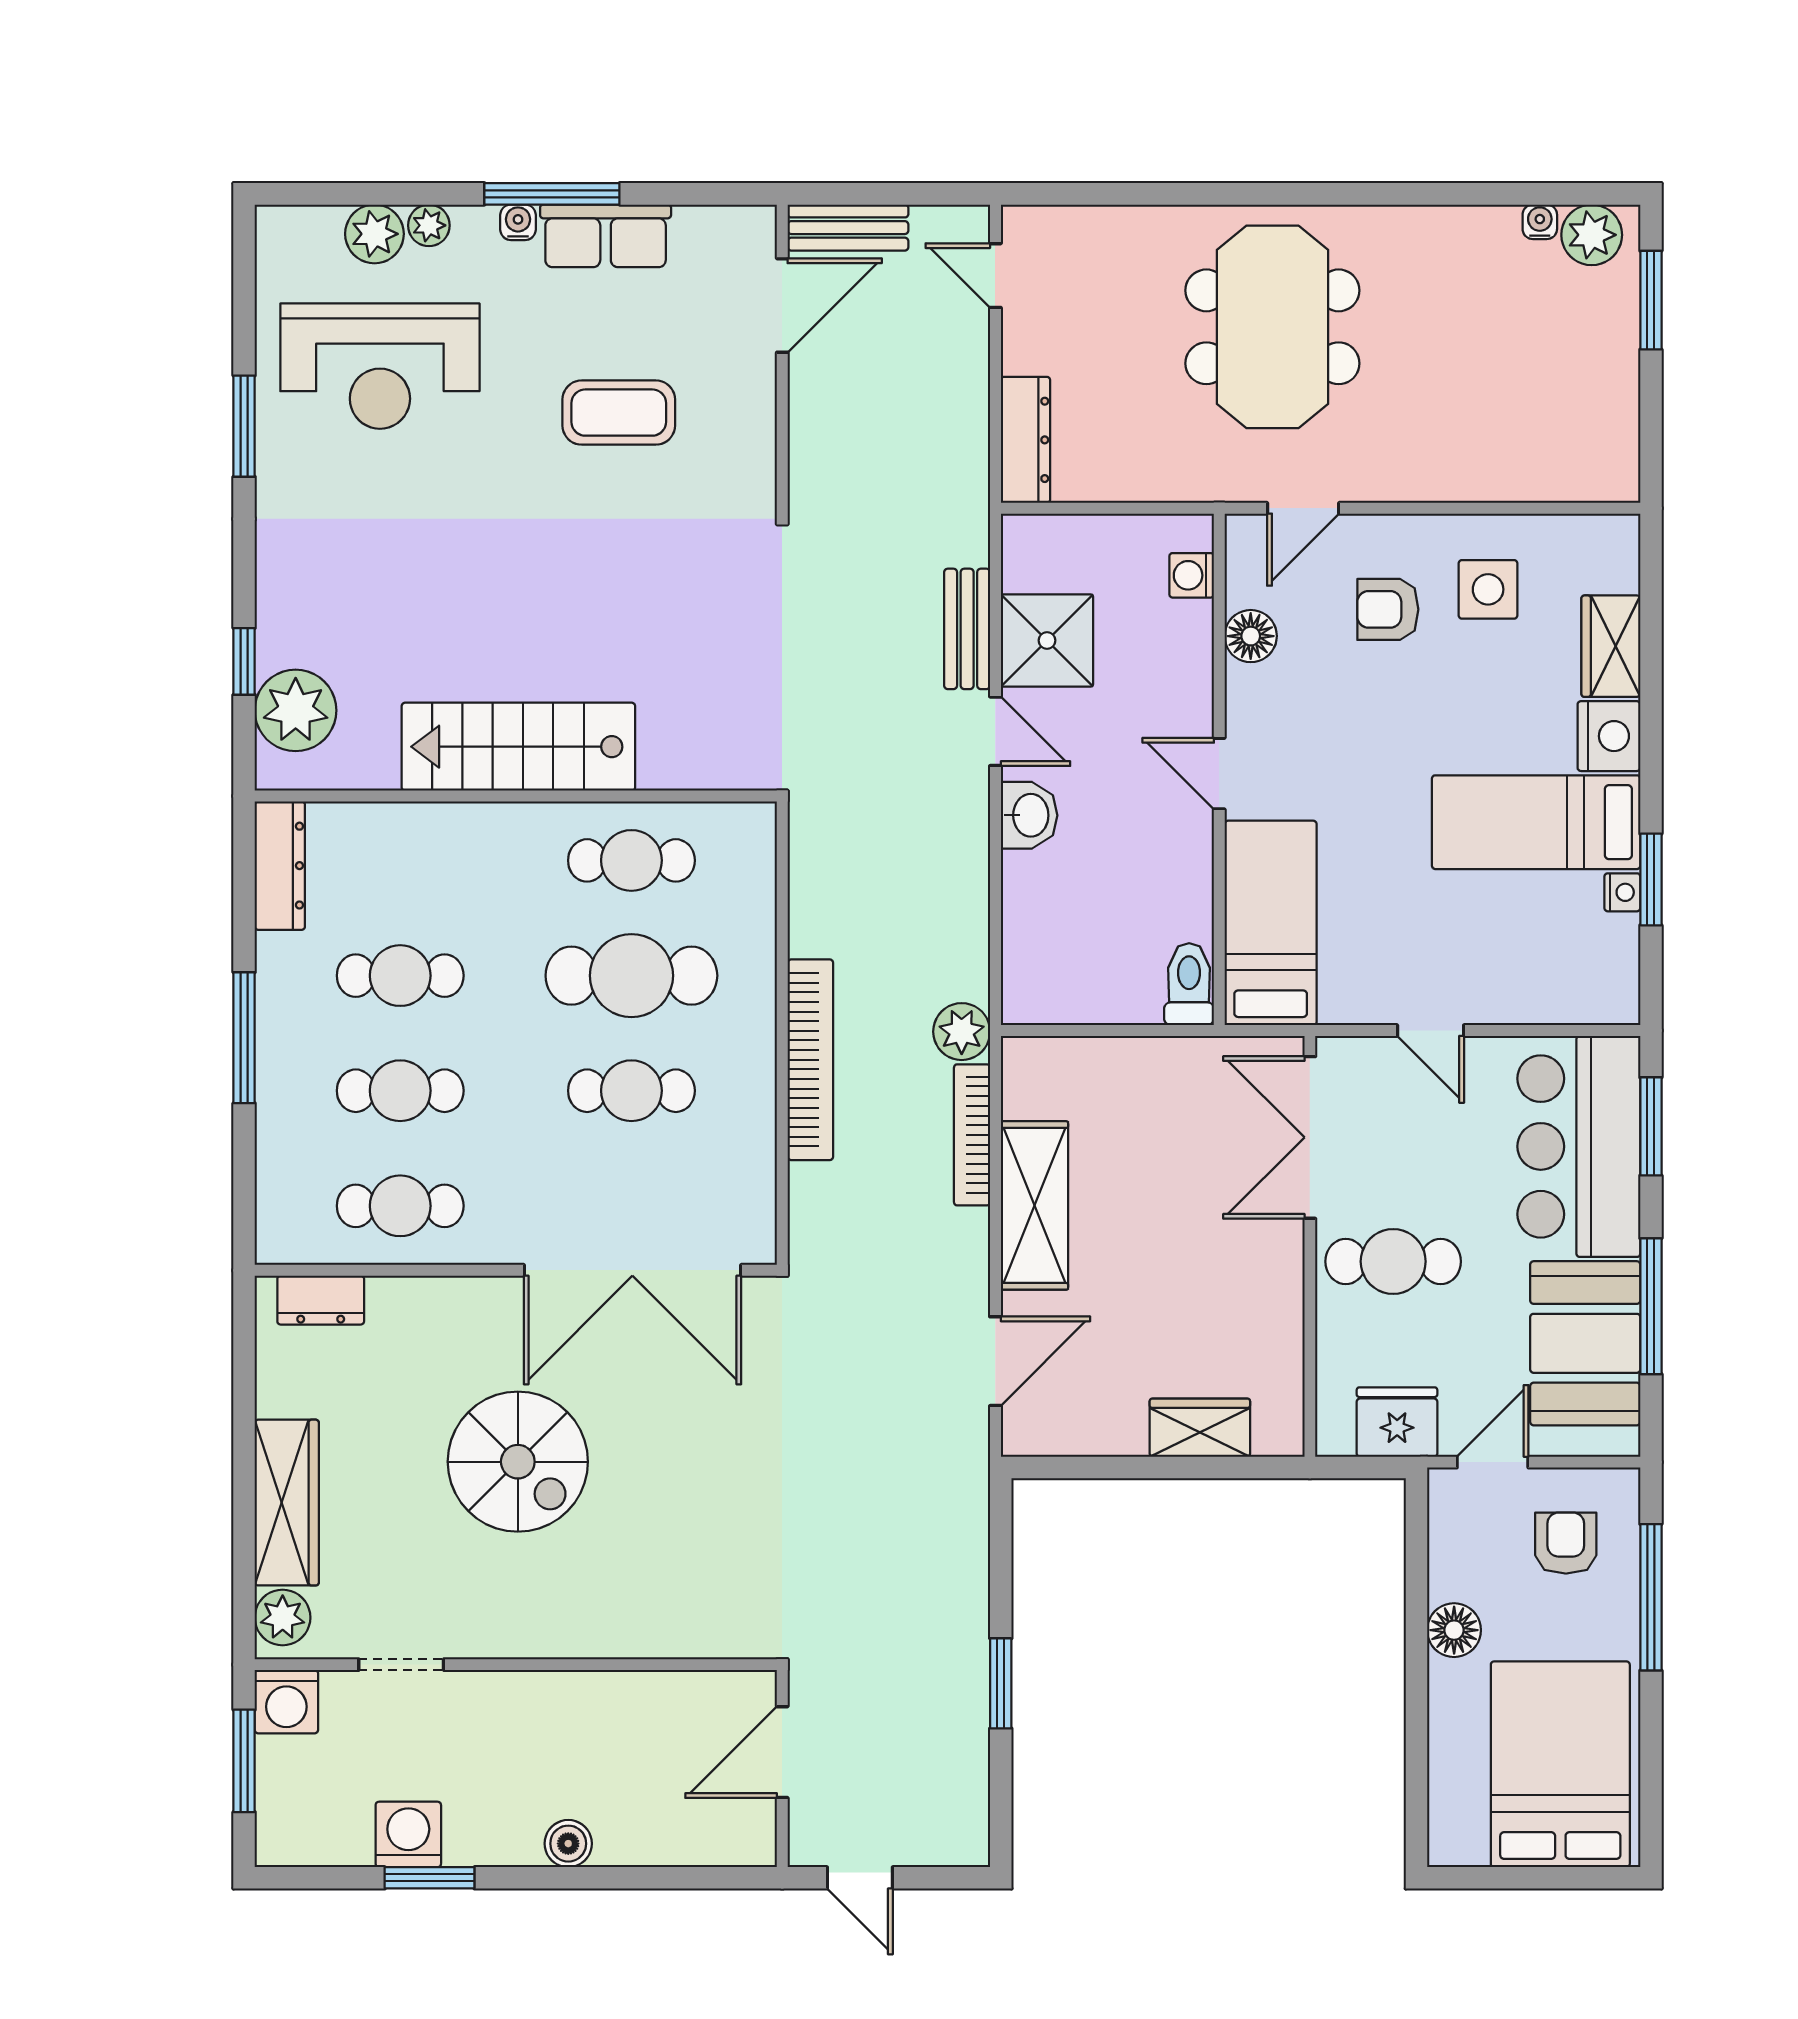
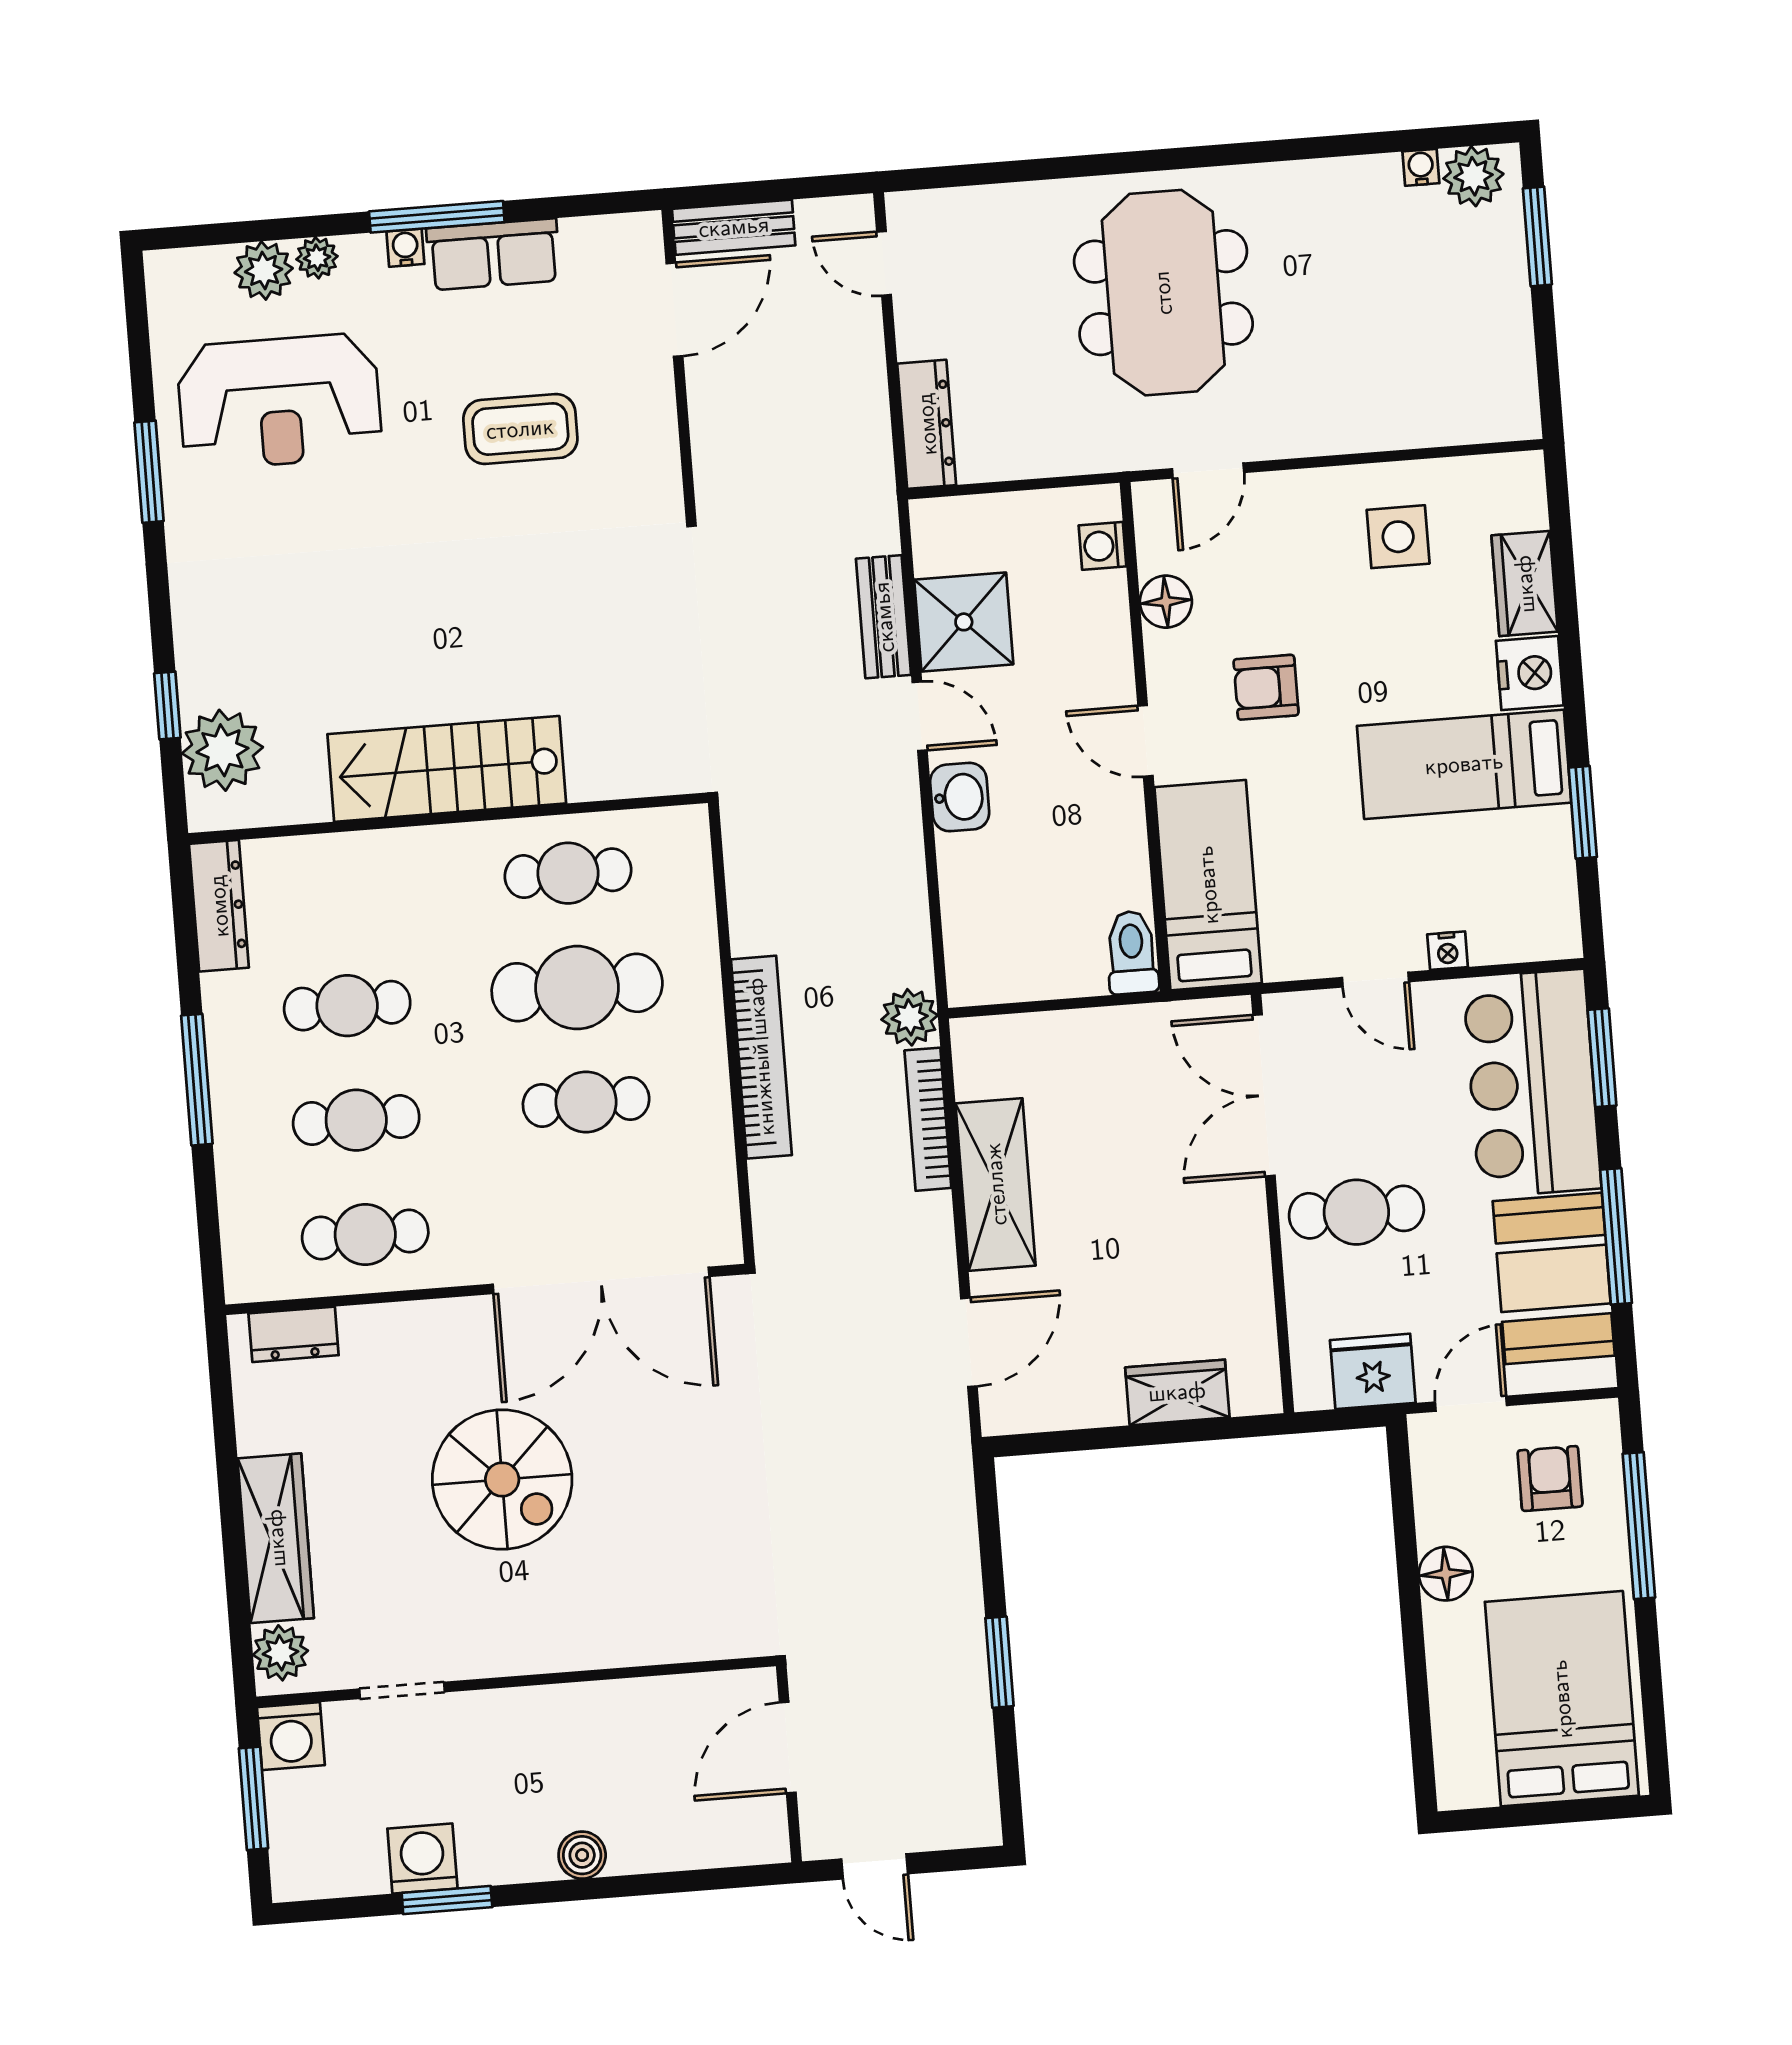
armchair: (1388, 609) -> (1266, 687), moved
nightstand: (1622, 892) -> (1448, 951), moved, turned 90

